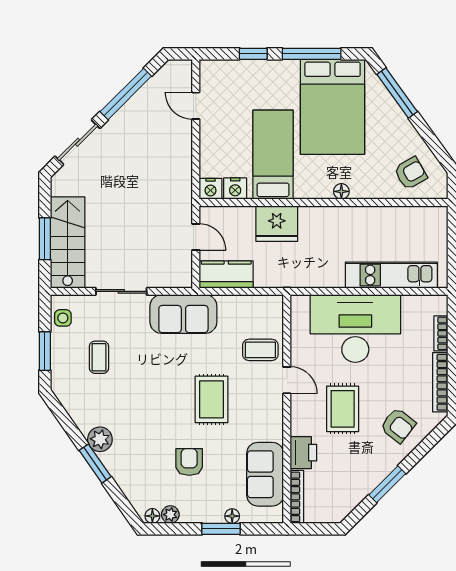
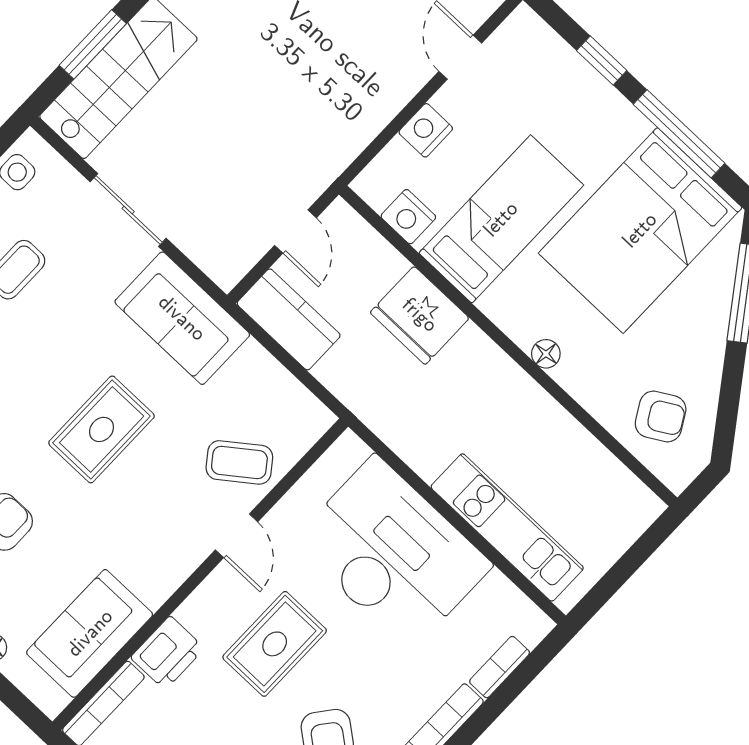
nightstand: (210, 189) -> (426, 130), moved, turned 90
coffee table: (260, 350) -> (239, 462), turned -37
rug: (212, 399) -> (102, 429), moved

